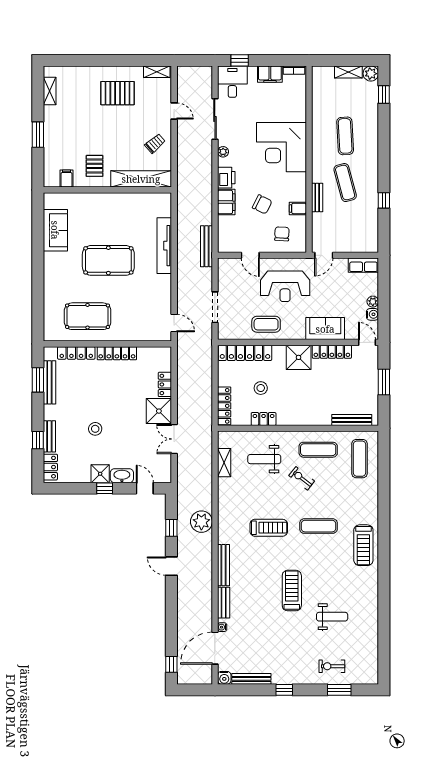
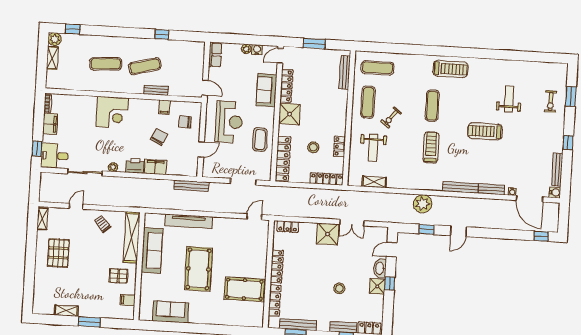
shelving: (50, 91) -> (66, 311), moved
corner desk: (281, 147) -> (112, 112), width x0.74, depth x0.74
sofa: (127, 204) -> (152, 251), added
pool table: (88, 316) -> (244, 289), turned 90
locker: (165, 384) -> (288, 227), moved

